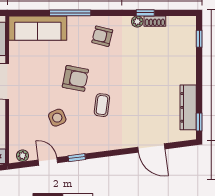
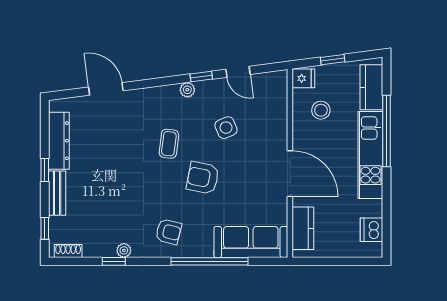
window: (70, 13) -> (209, 261), width x1.46
shoe rack: (155, 21) -> (68, 251), moved
bench: (190, 66) -> (57, 193), added
window: (199, 122) -> (45, 170), moved
plant: (22, 156) -> (187, 90), moved

